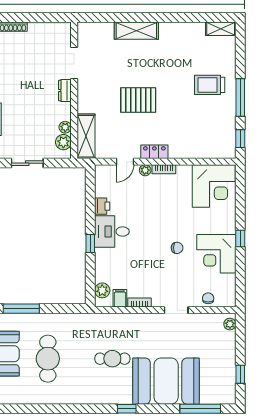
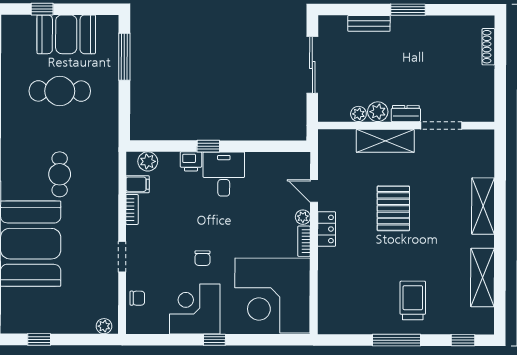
shelving: (221, 29) -> (482, 278), moved, width x1.50, depth x1.33
shelving: (86, 136) -> (385, 141), moved
window: (240, 139) -> (463, 340), moved
plant: (63, 142) -> (378, 112), moved
sliding door: (27, 163) -> (312, 65), width x1.37
corner desk: (214, 186) -> (272, 296), width x1.36, depth x1.36
printer: (102, 206) -> (191, 161), moved

